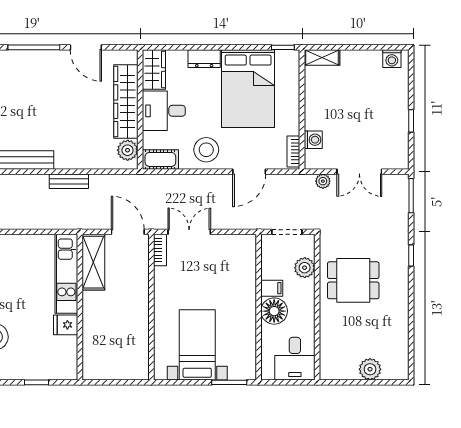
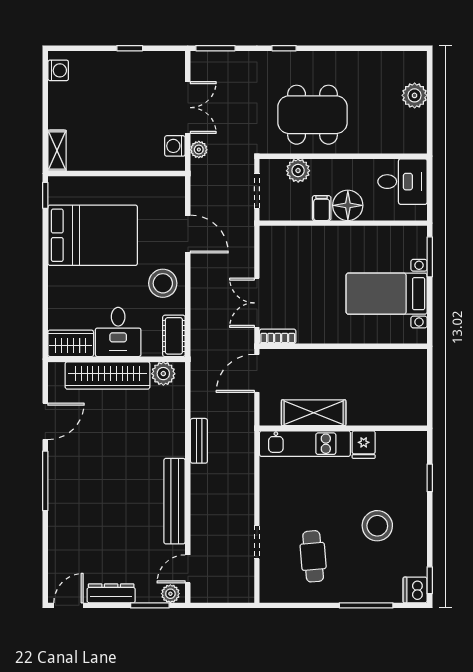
dresser: (204, 59) -> (58, 286), removed
washing machine: (313, 140) -> (175, 146), moved, turned -90
bookcase: (293, 152) -> (165, 183), removed
shelving: (93, 262) -> (314, 413), moved
dining table: (353, 280) -> (313, 115), width x1.38

